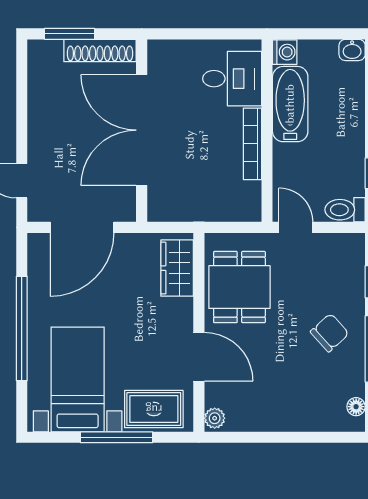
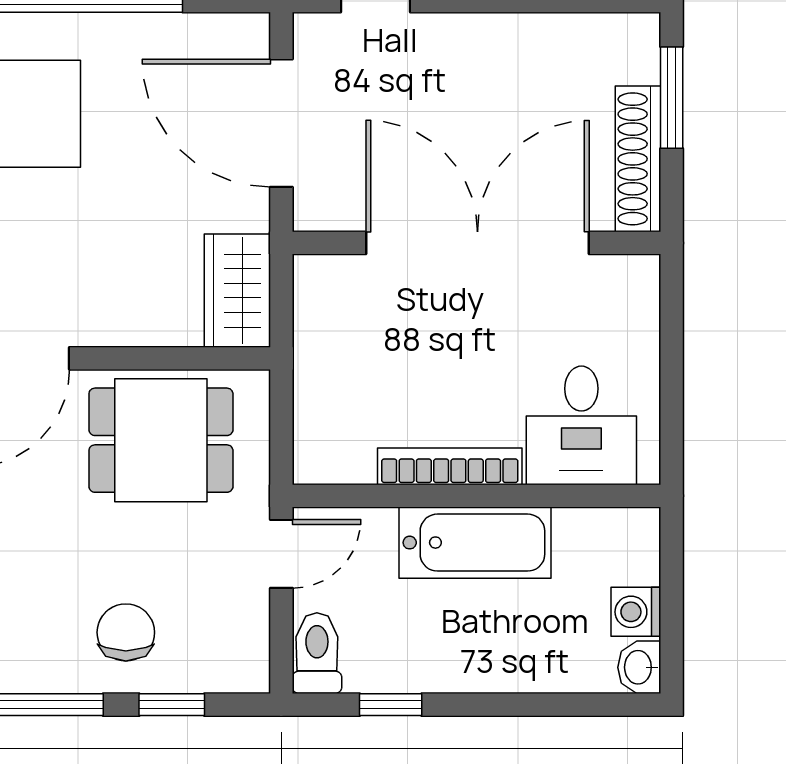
washing machine: (285, 52) -> (636, 612), moved, turned 90
bathtub: (290, 104) -> (475, 543), moved
wardrobe: (177, 268) -> (237, 291), moved, turned -90
chair: (330, 333) -> (126, 632), moved, turned -138

